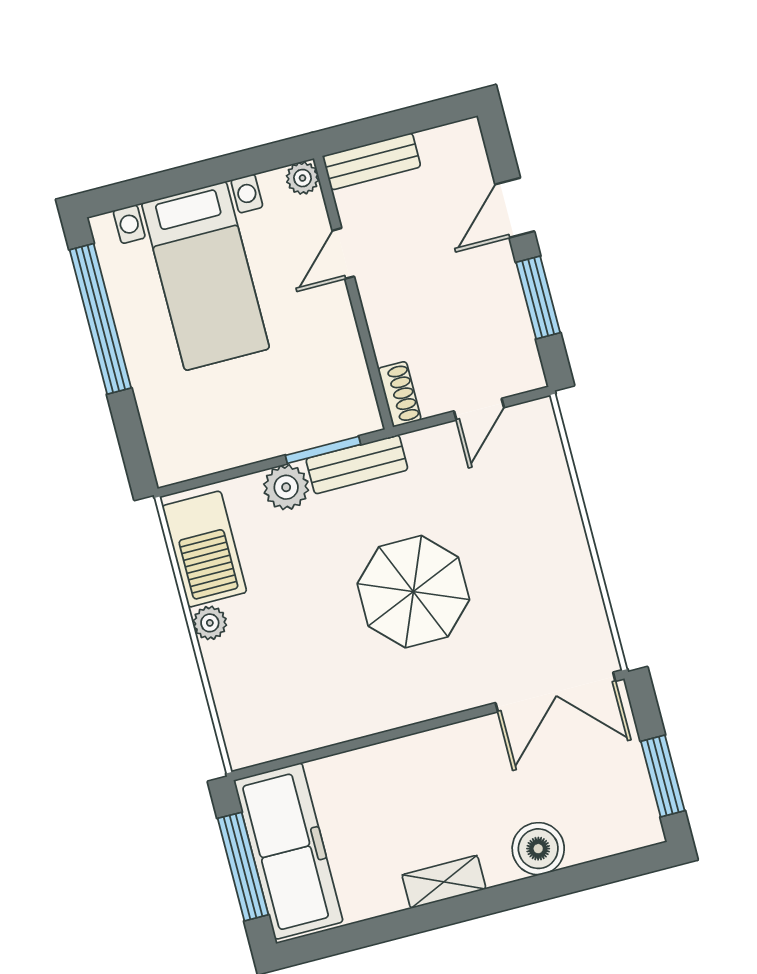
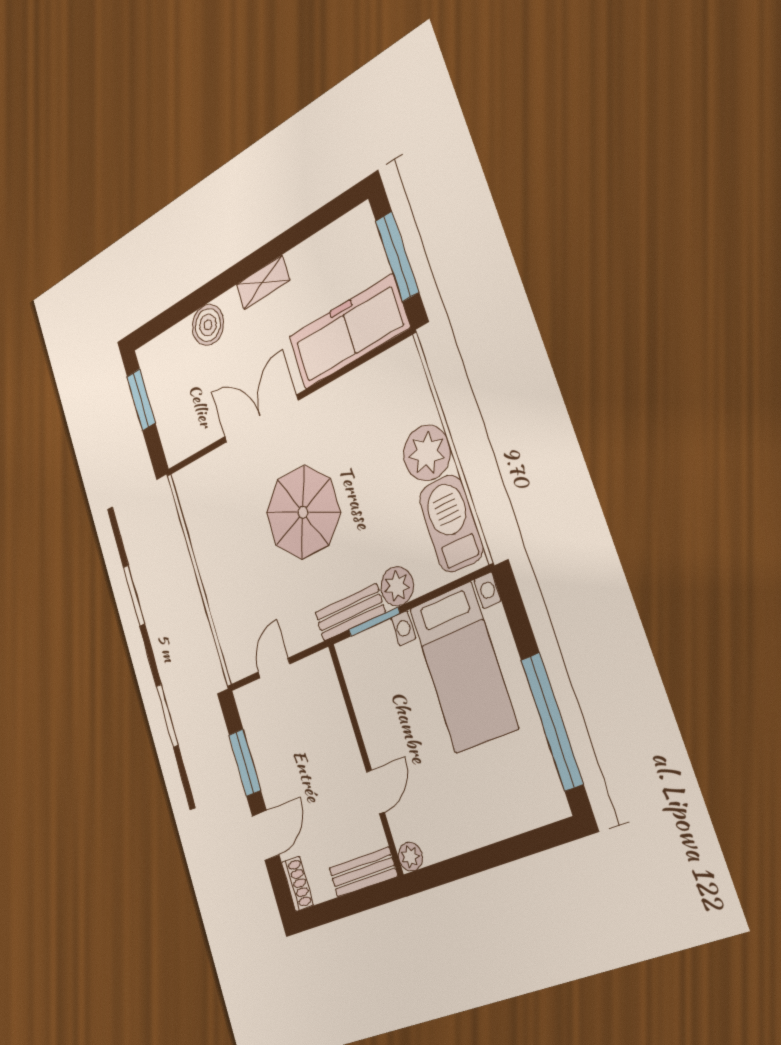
bed with nightstands: (206, 276) -> (463, 668), moved, turned 180
shoe rack: (400, 394) -> (298, 884), moved, turned 180
plant: (210, 623) -> (427, 453), width x1.87, depth x1.87
double door: (555, 692) -> (261, 419), moved
freezer: (288, 851) -> (348, 332), moved, turned 90

